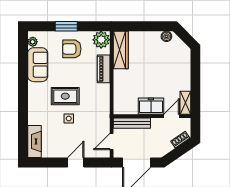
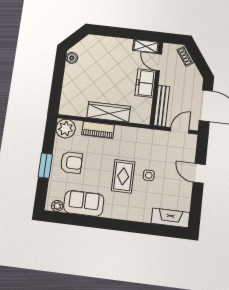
armchair: (72, 49) -> (71, 162), turned -90
wardrobe: (121, 50) -> (109, 112), moved
door: (112, 142) -> (180, 131), swing flipped

